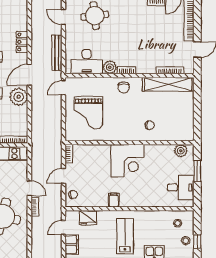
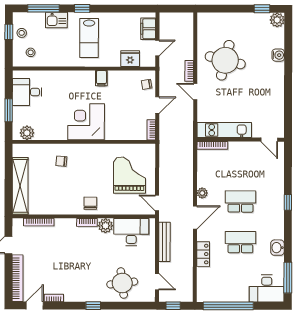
shelving: (168, 84) -> (20, 186), moved, turned 90
door: (63, 88) -> (157, 203), swing flipped
plant: (19, 97) -> (202, 193), width x0.53, depth x0.53

